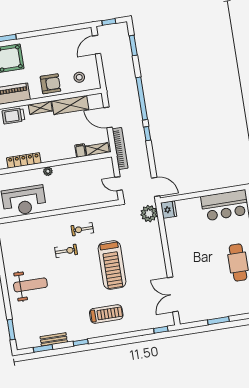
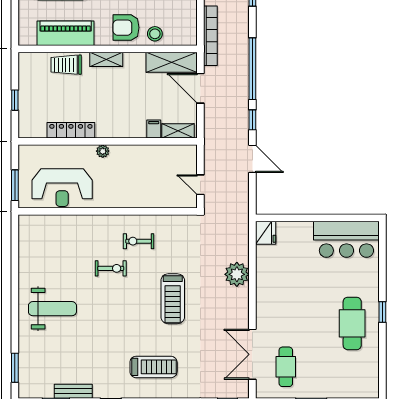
stool: (79, 77) -> (155, 34), moved
armchair: (50, 84) -> (126, 28), turned 180
shelving: (70, 105) -> (172, 62), moved
bookcase: (120, 149) -> (210, 36), moved
door: (156, 187) -> (252, 159), moved
plant: (149, 214) -> (237, 274), moved
treadmill: (112, 265) -> (173, 299), width x0.73, depth x0.73
cafe table: (197, 299) -> (286, 367), added

